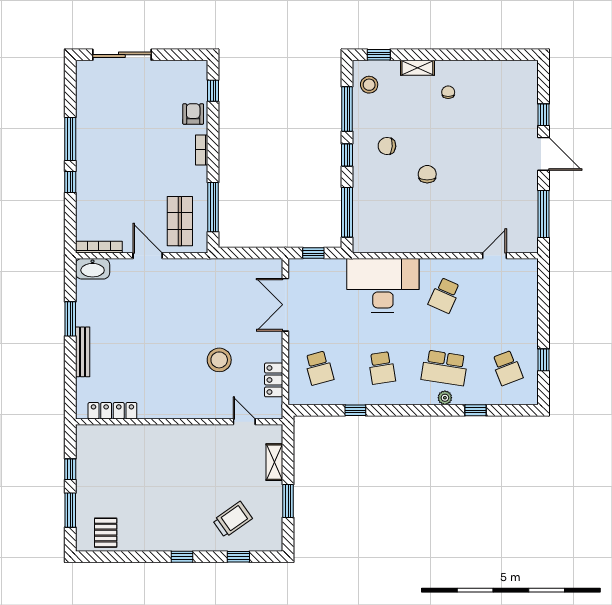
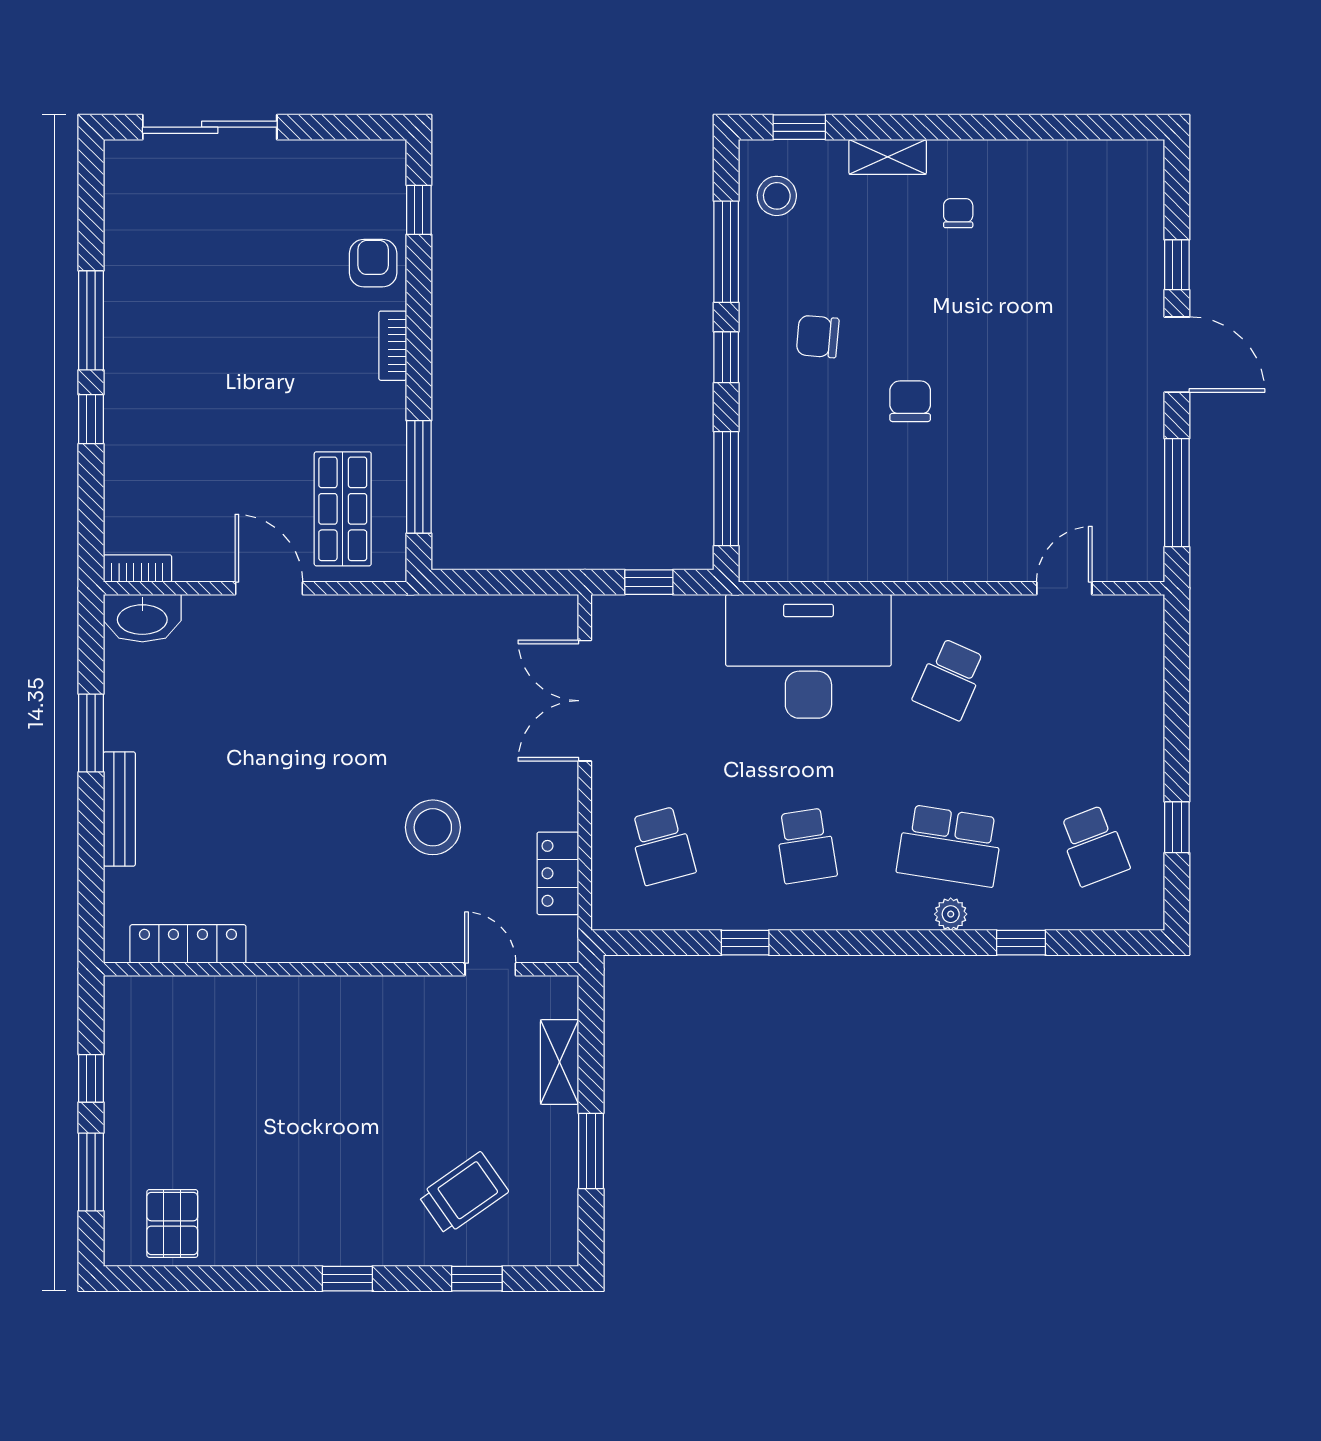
bookcase: (99, 247) -> (137, 568), width x0.64

